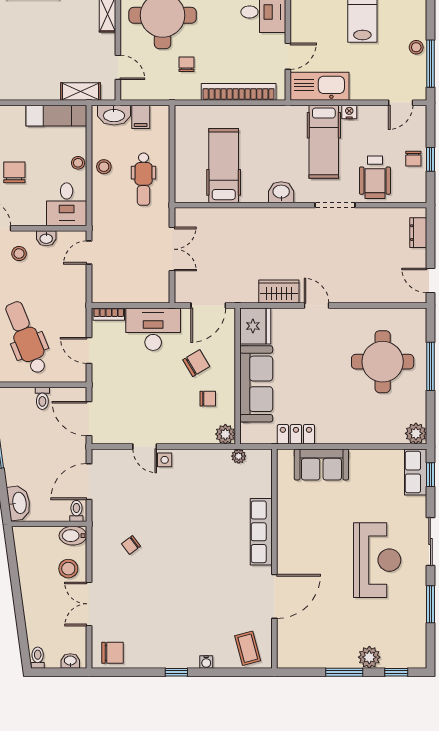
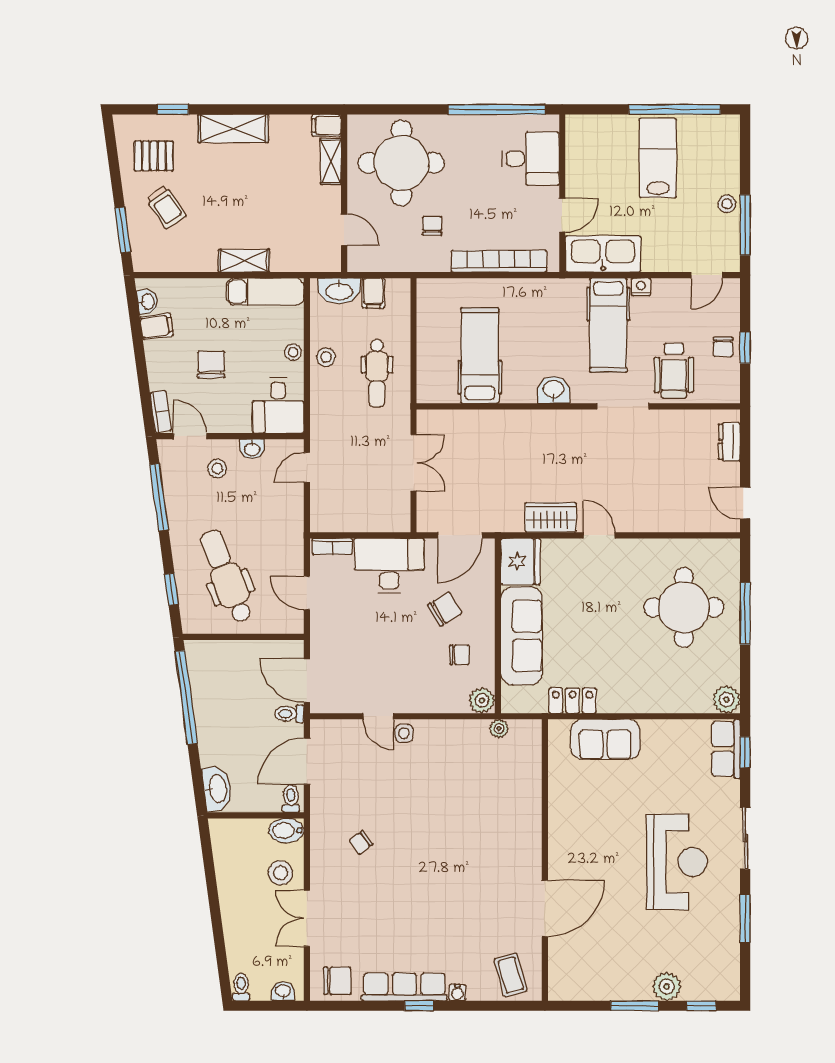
shelving: (80, 92) -> (244, 261), moved
toilet: (42, 398) -> (290, 714), moved, turned 90
row of seats: (261, 532) -> (404, 987), moved, turned 90

